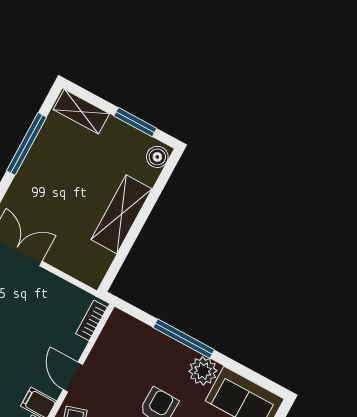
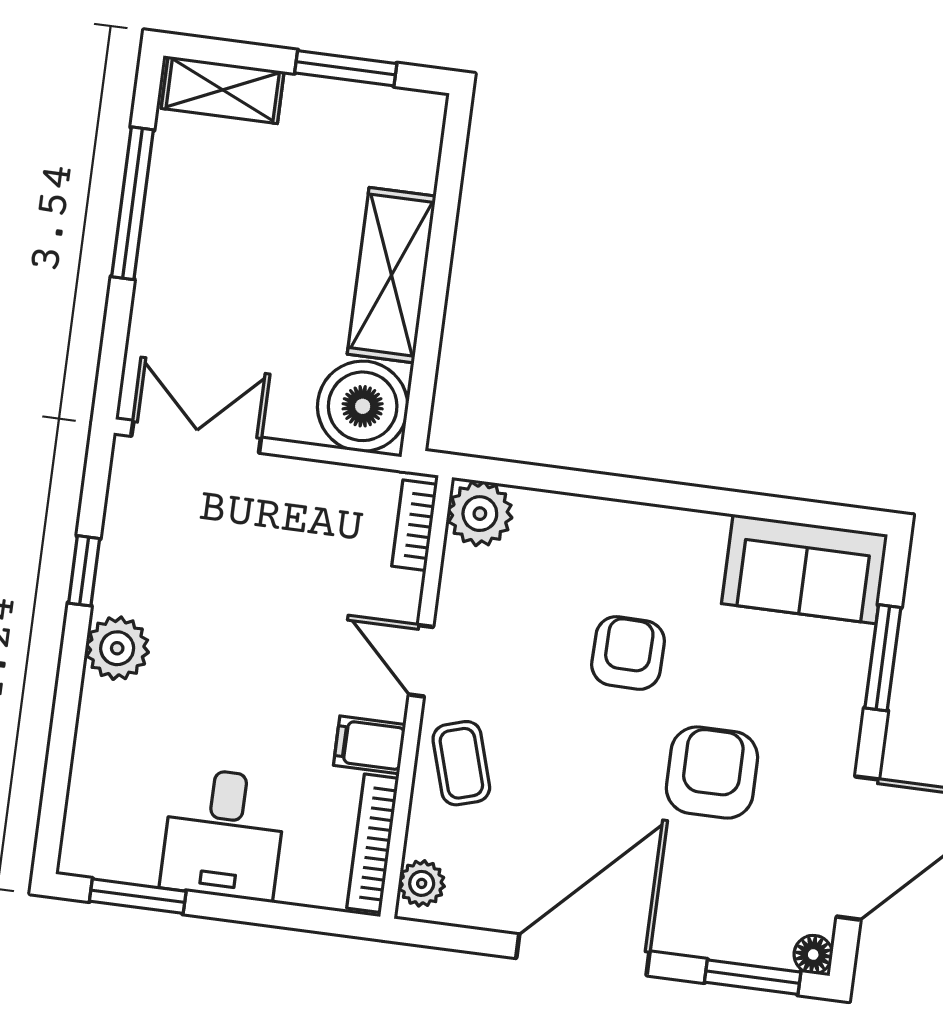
boiler: (157, 157) -> (363, 406), moved, width x1.86, depth x1.86
window: (184, 339) -> (625, 489), removed
plant: (203, 371) -> (480, 514), moved

